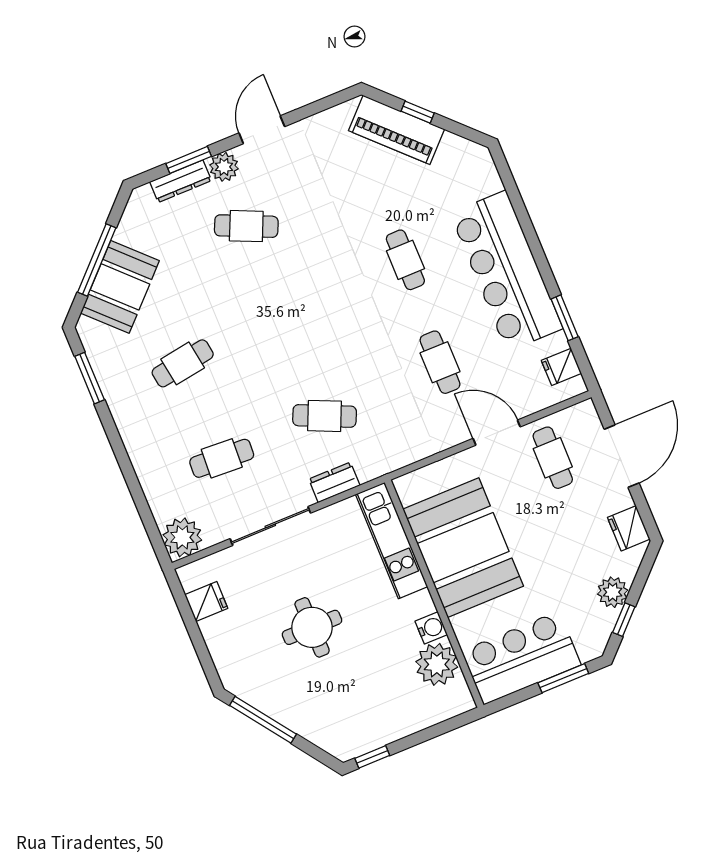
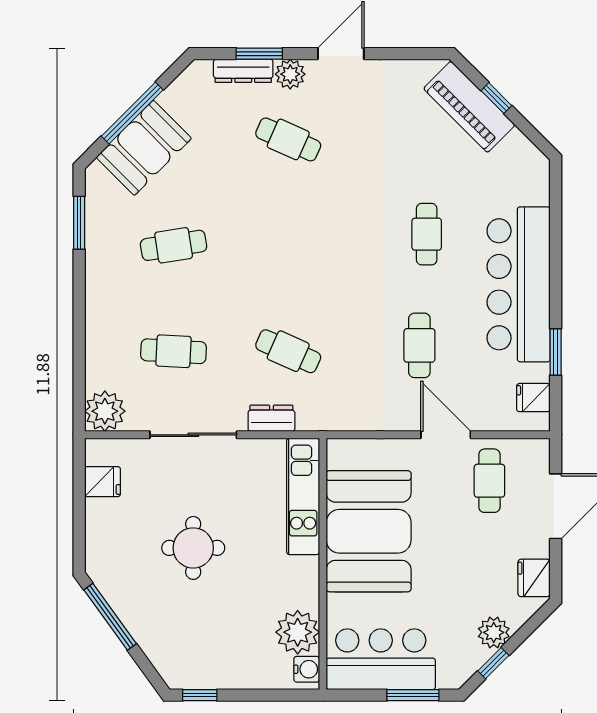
water cooler: (431, 628) -> (307, 669), moved

